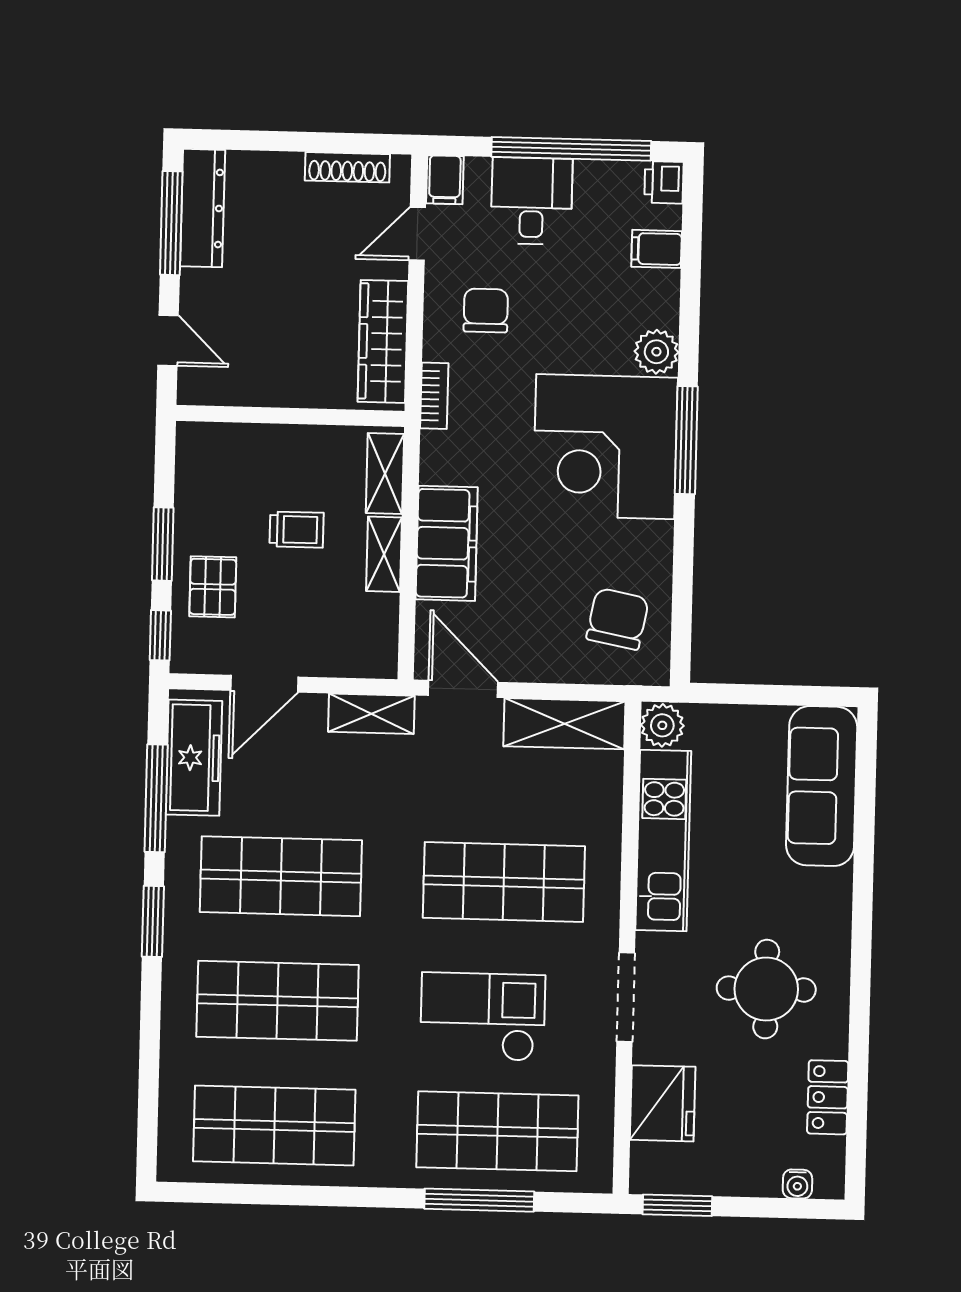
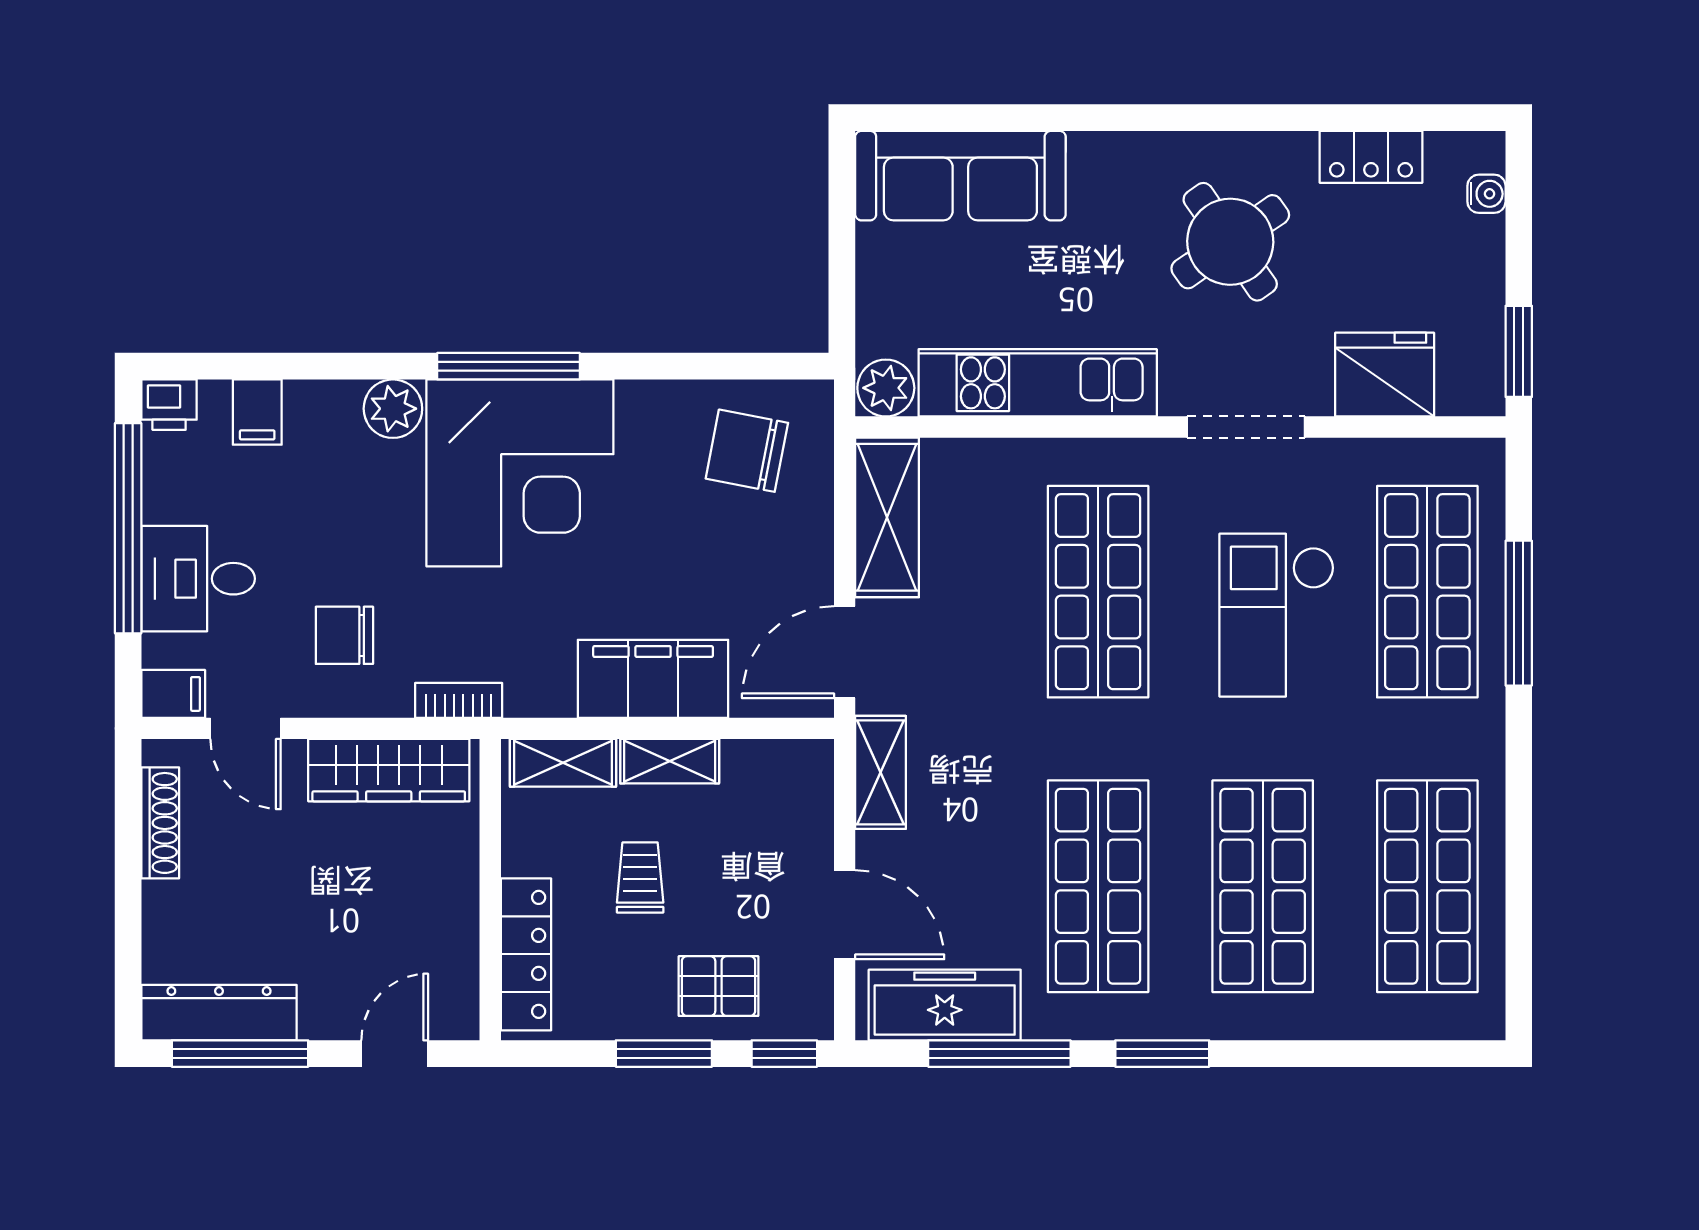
locker: (241, 442) -> (526, 954), added
round table: (766, 989) -> (1230, 242), turned -35

